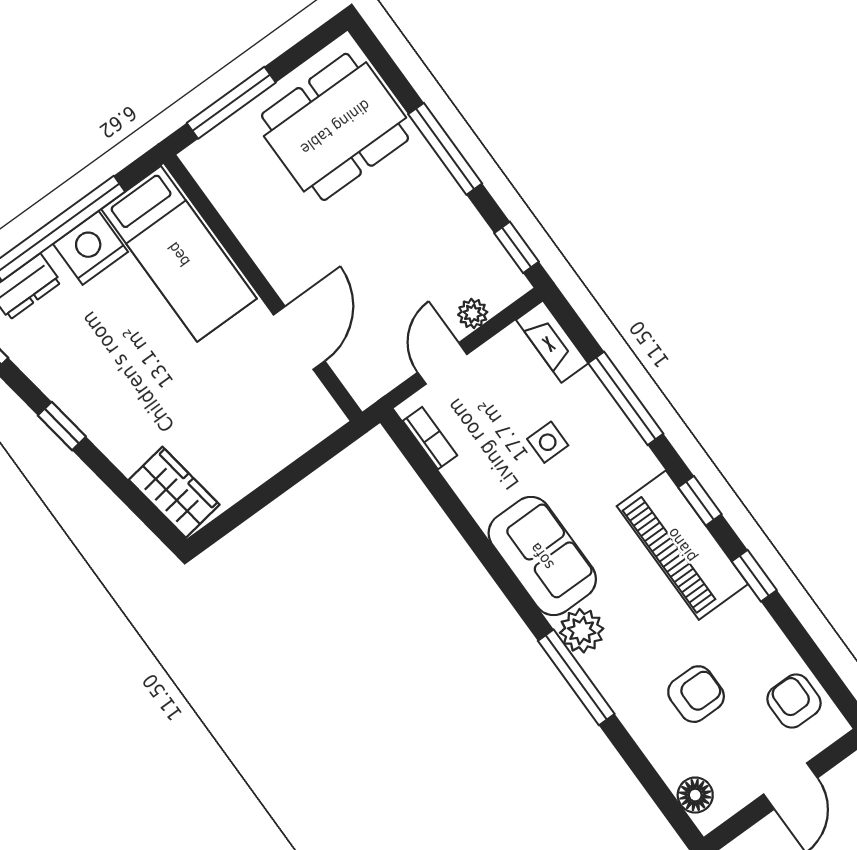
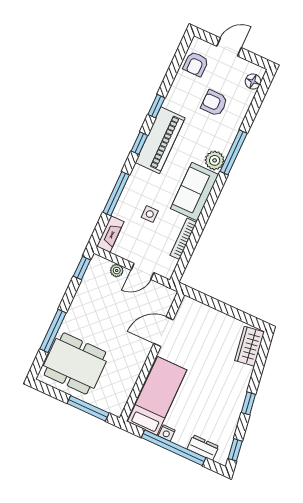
window: (445, 149) -> (53, 331), moved
nightstand: (91, 248) -> (167, 433), width x0.53, depth x0.56
bookcase: (430, 438) -> (183, 239), moved, width x1.56

